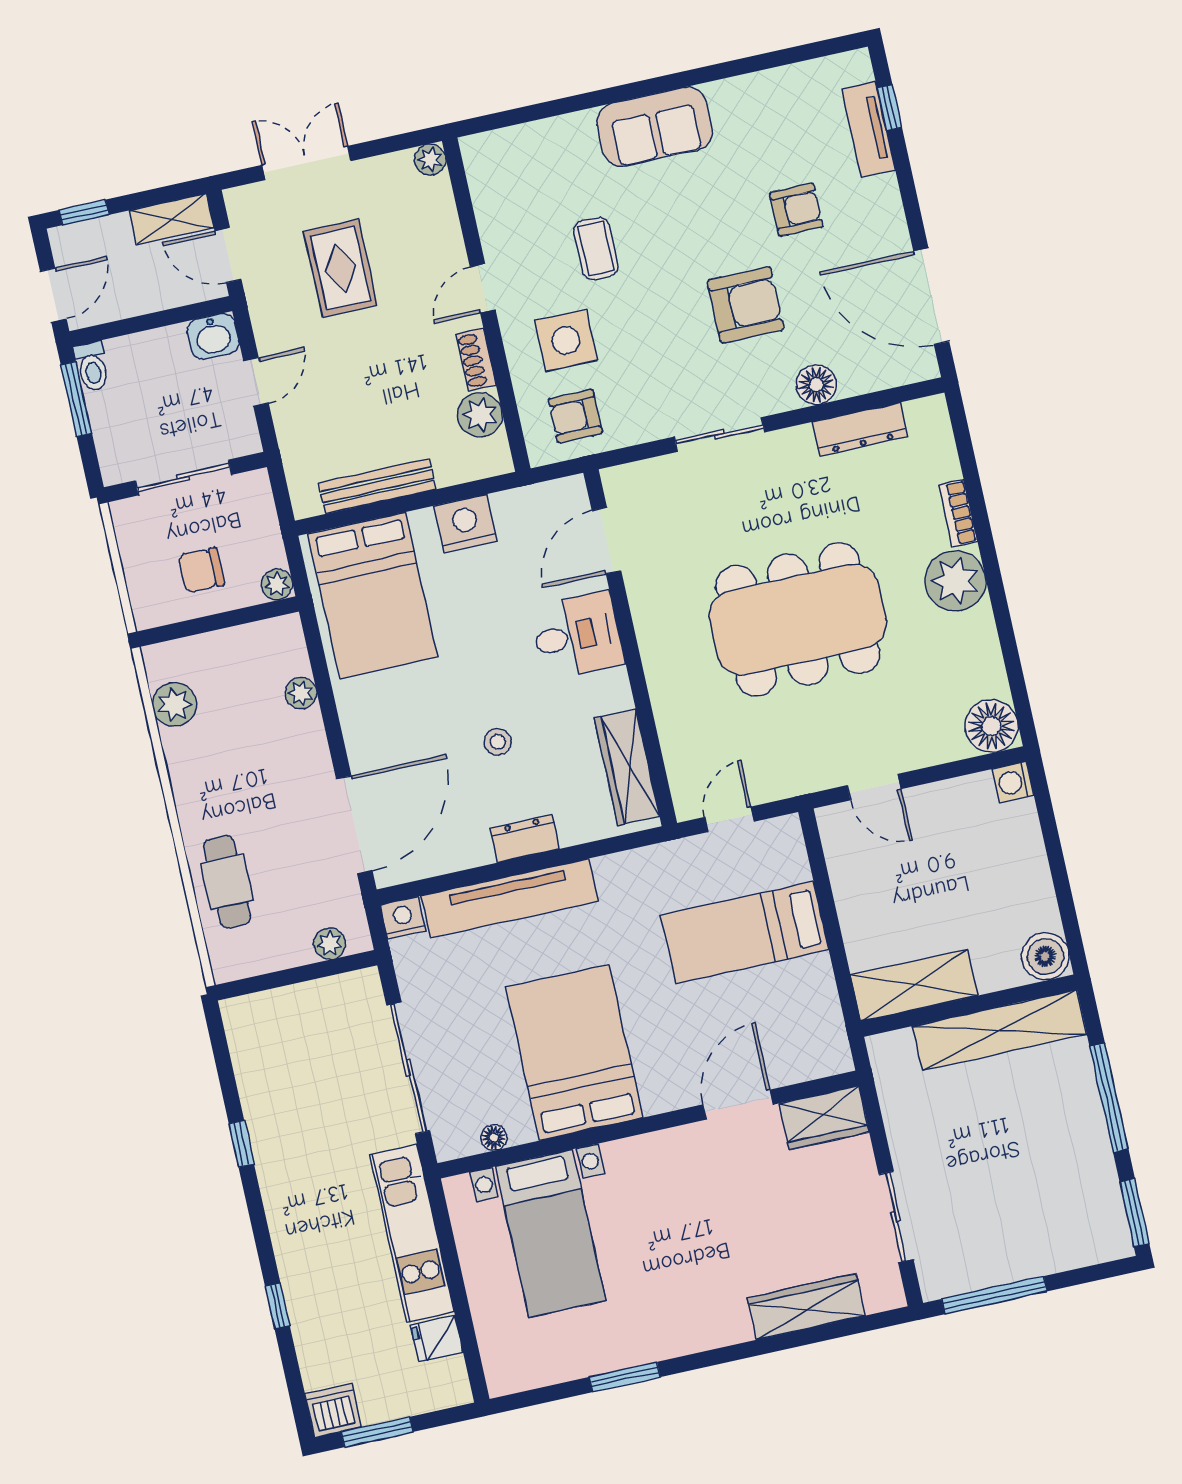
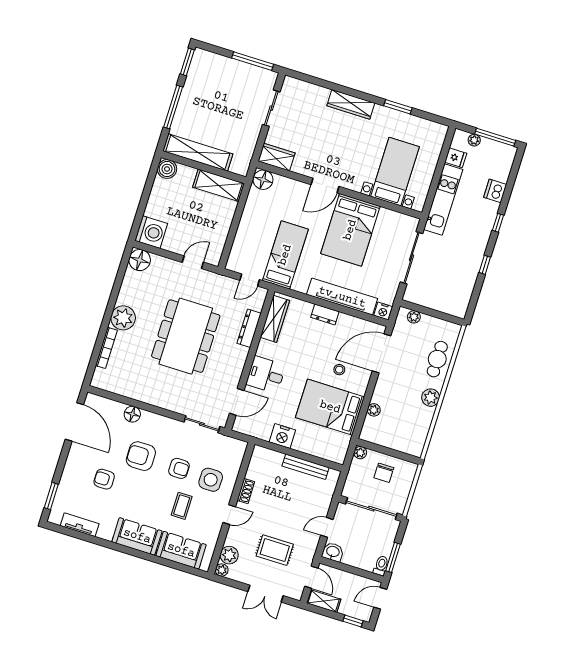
window: (889, 108) -> (51, 496), width x1.50
tv unit: (868, 129) -> (80, 525), moved, turned -90
sofa: (542, 152) -> (181, 550), added
rug: (341, 268) -> (275, 550), turned 90
plant: (480, 415) -> (229, 555), moved
armchair: (575, 416) -> (179, 468), moved
dresser: (860, 429) -> (249, 328), moved, turned -90
sliding door: (720, 434) -> (202, 424), moved
sliding door: (183, 478) -> (371, 509), width x1.37
bookcase: (958, 513) -> (106, 348), width x1.56
chair: (201, 570) -> (384, 473), turned 90
bed: (373, 596) -> (330, 407), moved, turned -90
dining table: (798, 619) -> (186, 336), turned 90
plant: (174, 704) -> (431, 398), moved
stool: (498, 742) -> (339, 370), moved
washing machine: (1013, 782) -> (151, 232), width x1.89, depth x1.89
door: (874, 787) -> (193, 262), hinge flipped
bed: (745, 932) -> (285, 255), moved, turned -90
door: (738, 1105) -> (325, 186), moved
floor lamp: (494, 1137) -> (263, 180), moved, width x1.89, depth x1.89
window: (277, 1306) -> (498, 223), moved
wardrobe: (806, 1307) -> (351, 104), moved
plant: (419, 1400) -> (474, 140), added
dishwasher: (333, 1411) -> (495, 191), moved, turned 90
window: (377, 1432) -> (495, 137), width x1.44

